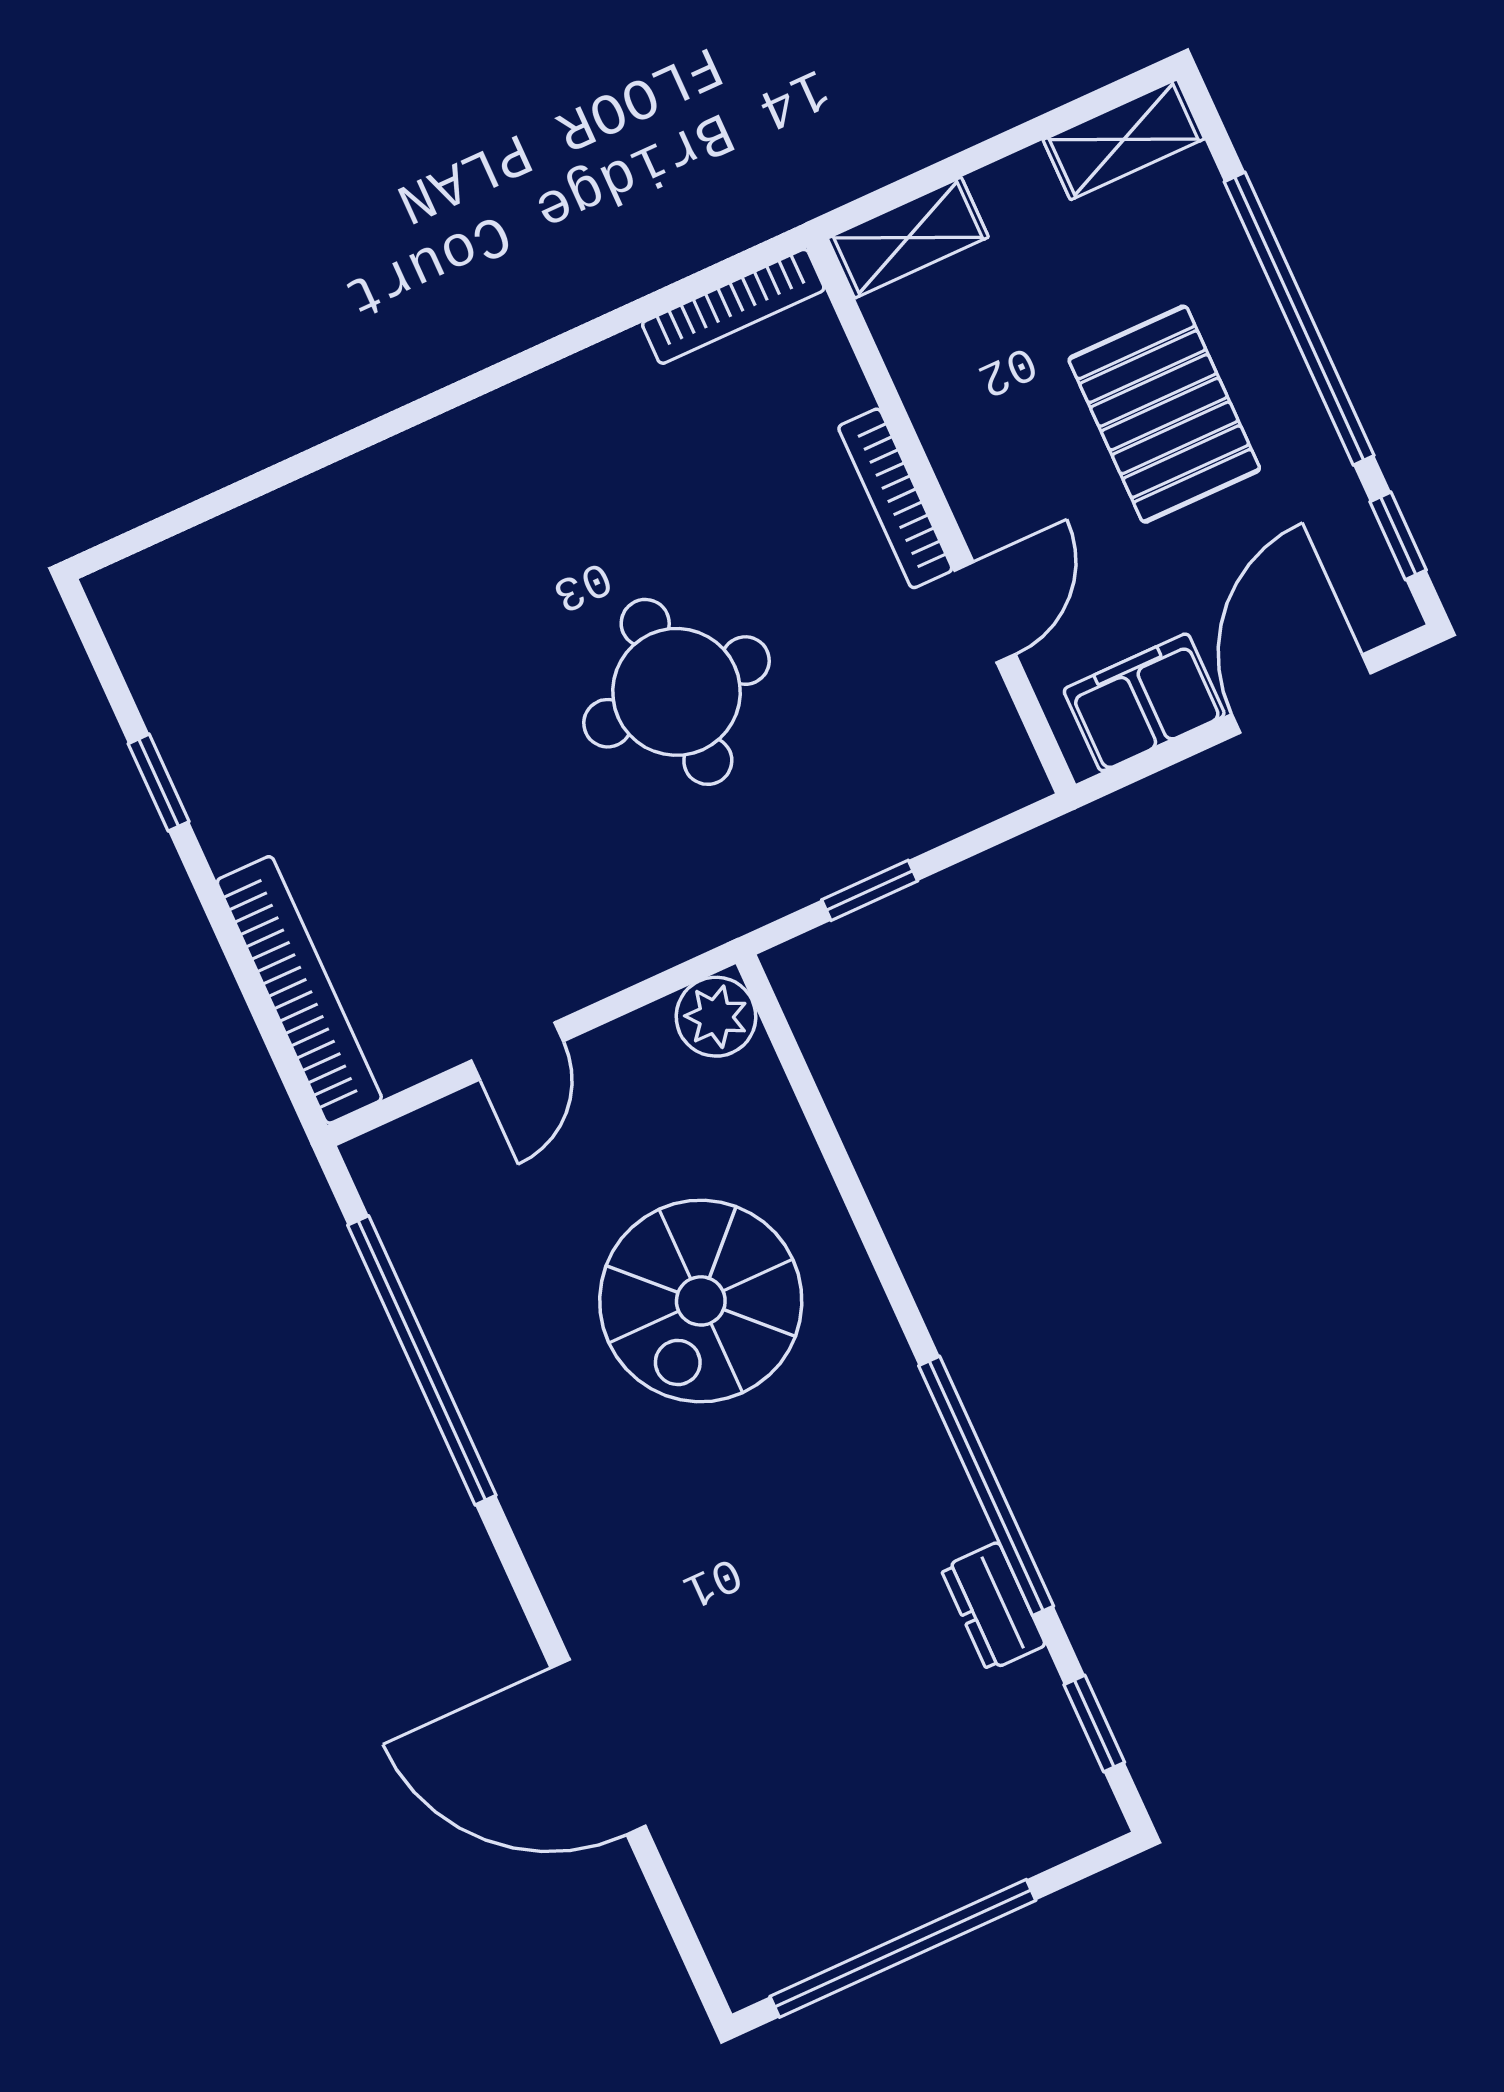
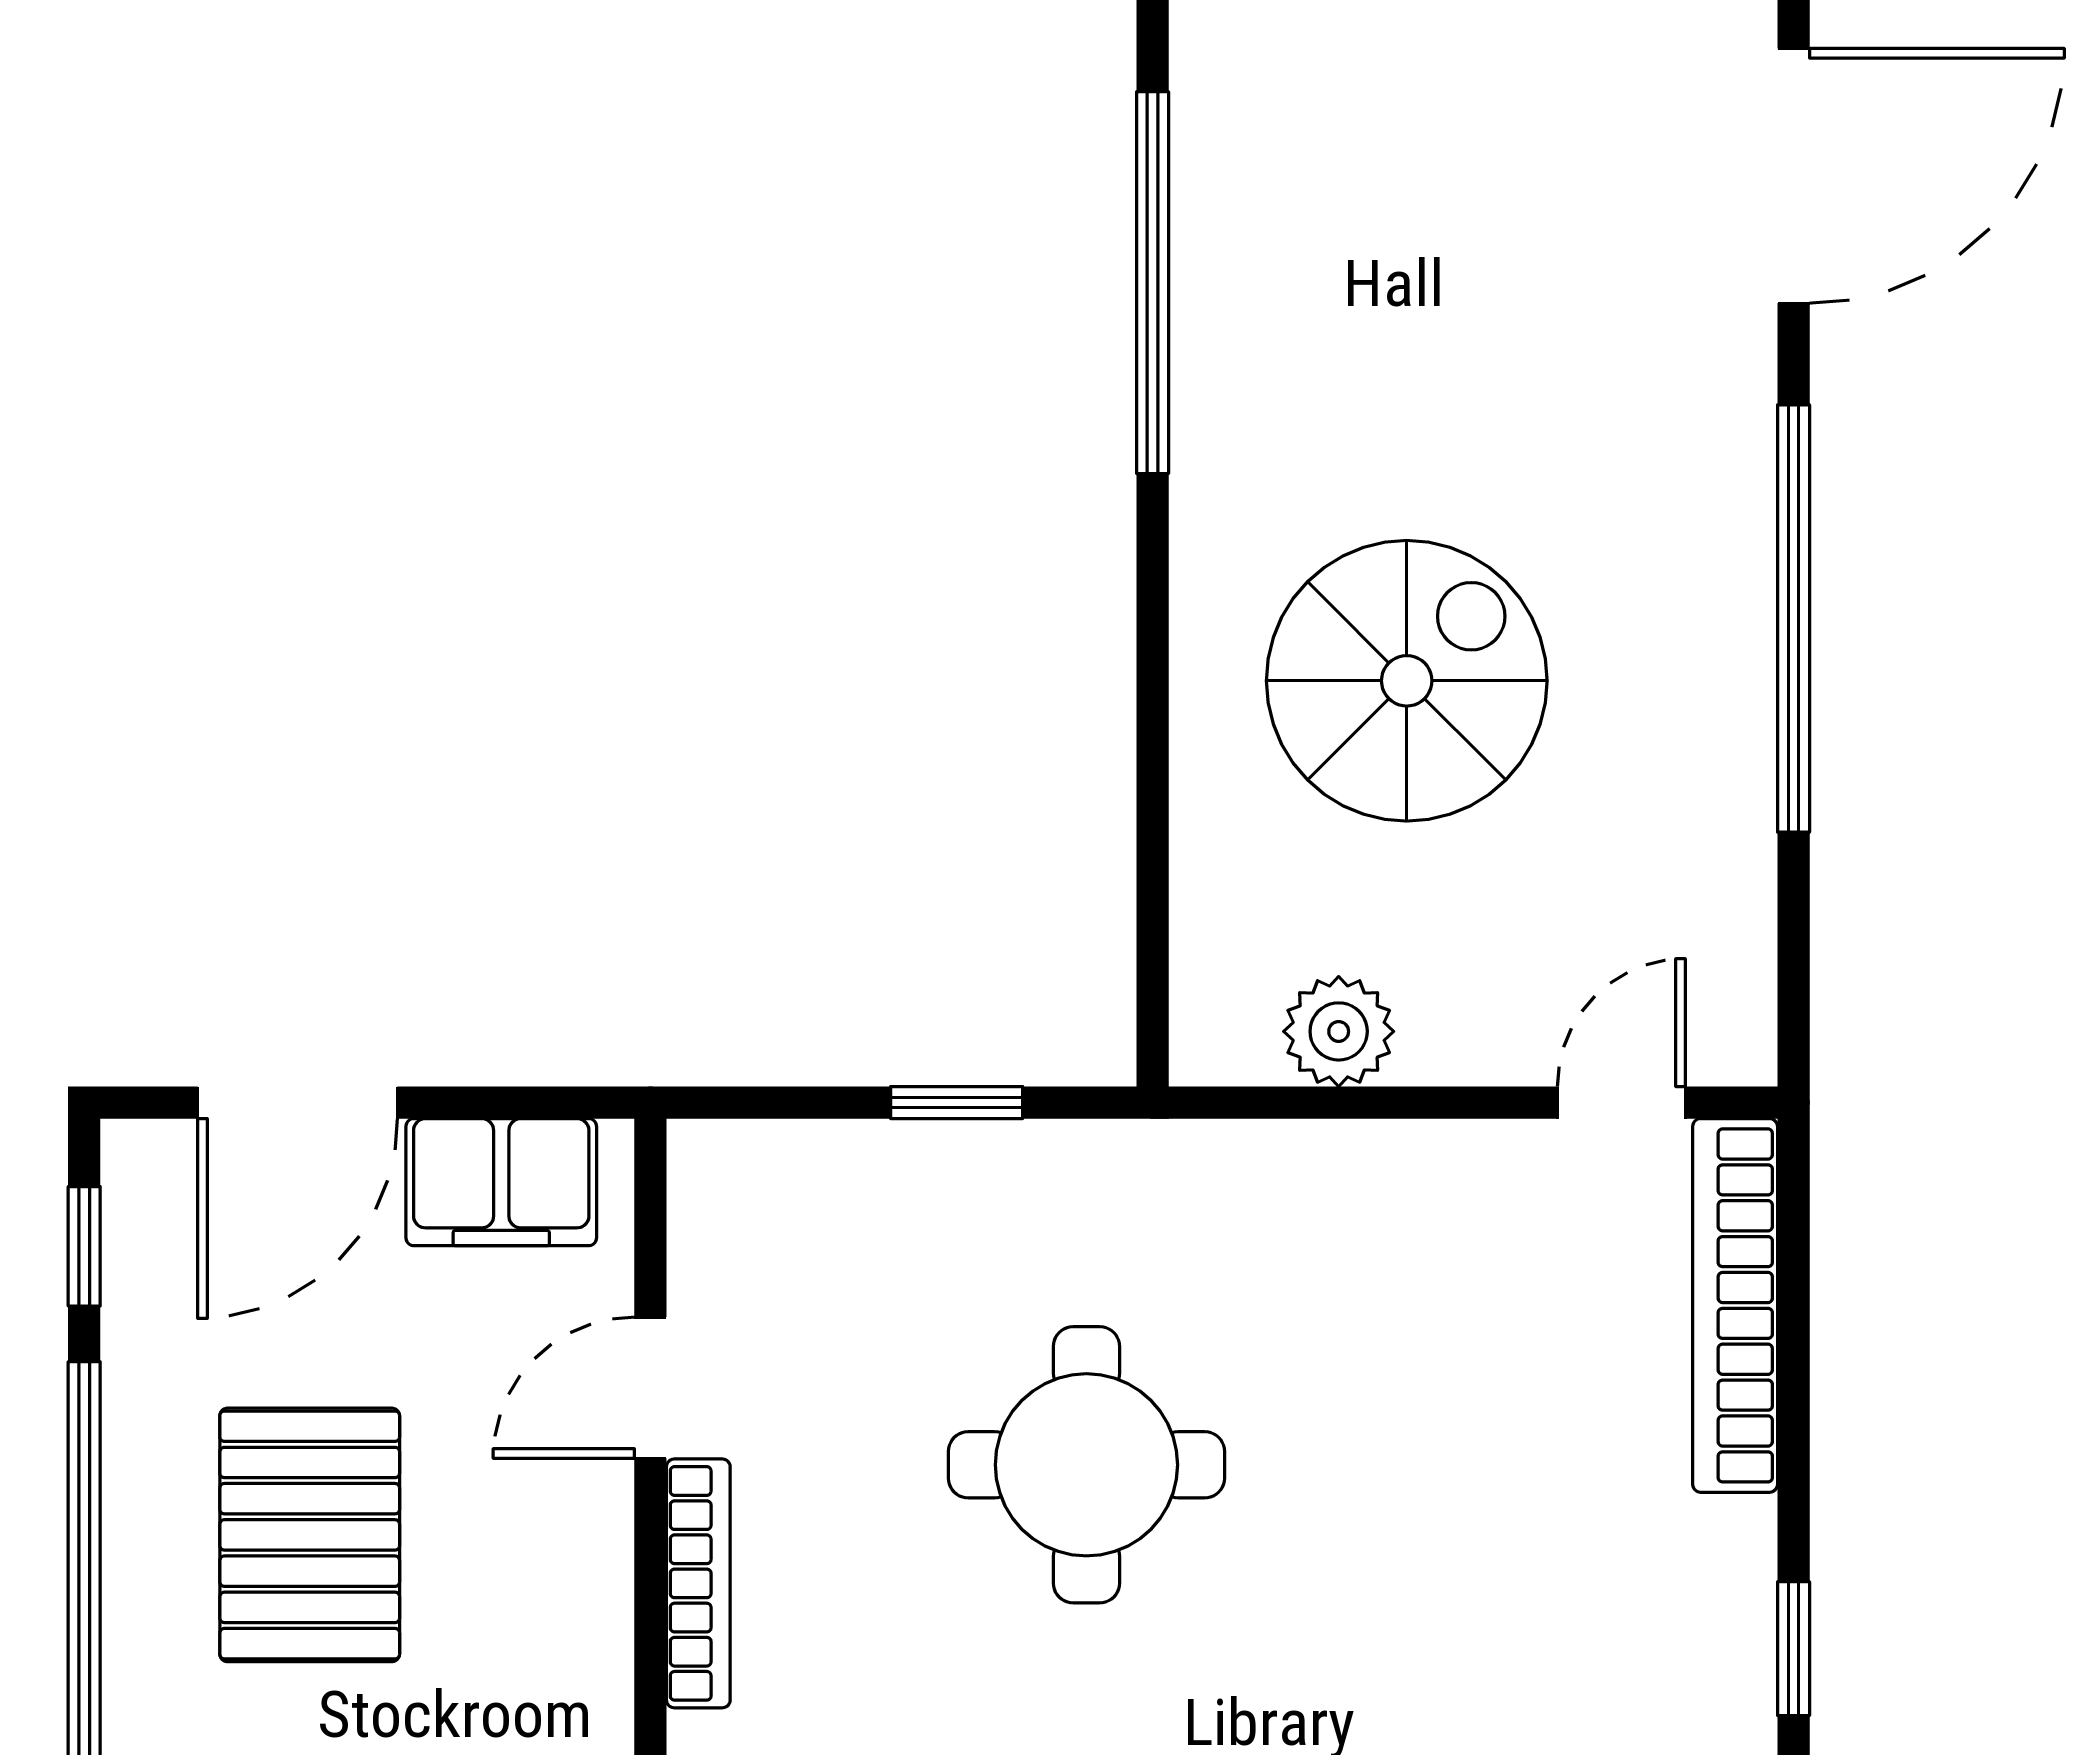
plant: (716, 1017) -> (1339, 1031), moved
door: (517, 1051) -> (1621, 1103), moved
window: (422, 1360) -> (1794, 619), moved
dresser: (993, 1607) -> (1213, 126), removed
door: (598, 1747) -> (1794, 176), hinge flipped

